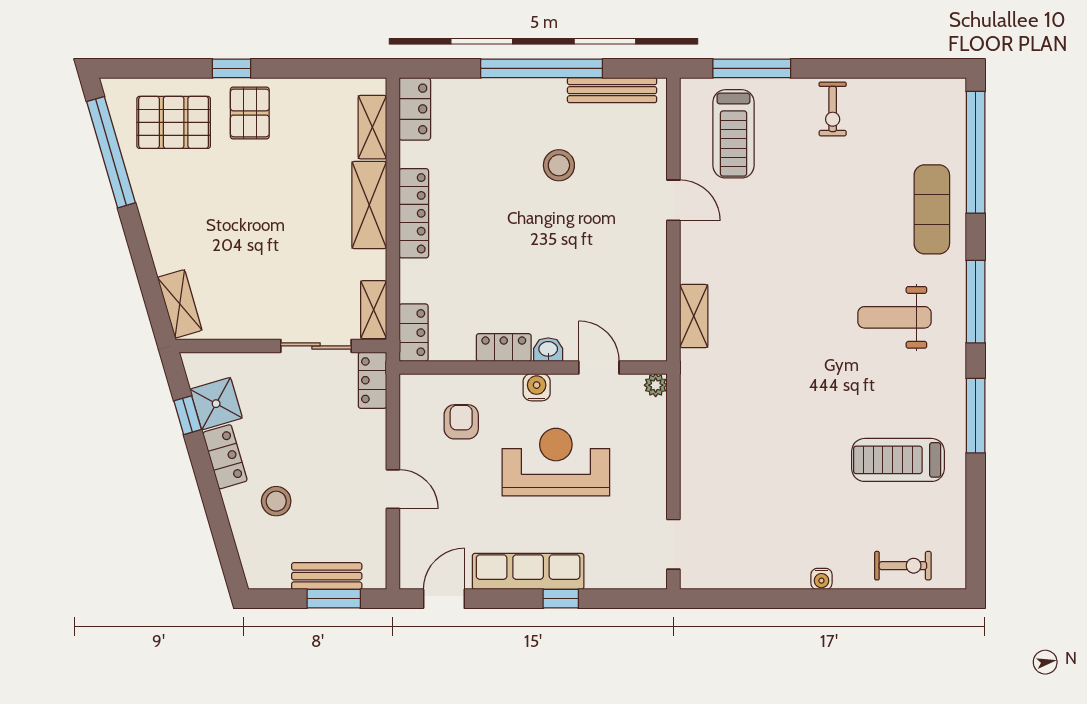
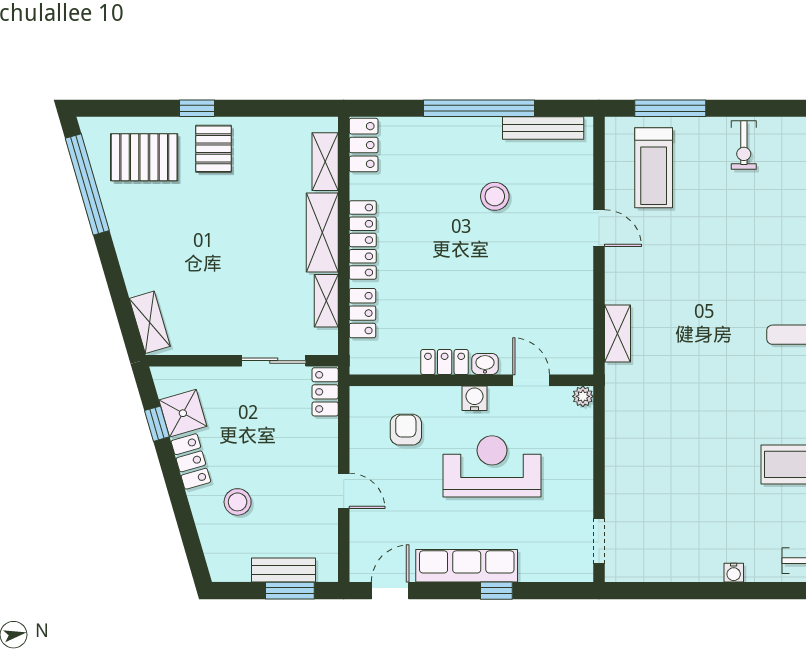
shelving: (374, 310) -> (326, 301), moved
locker: (414, 333) -> (363, 313), moved

